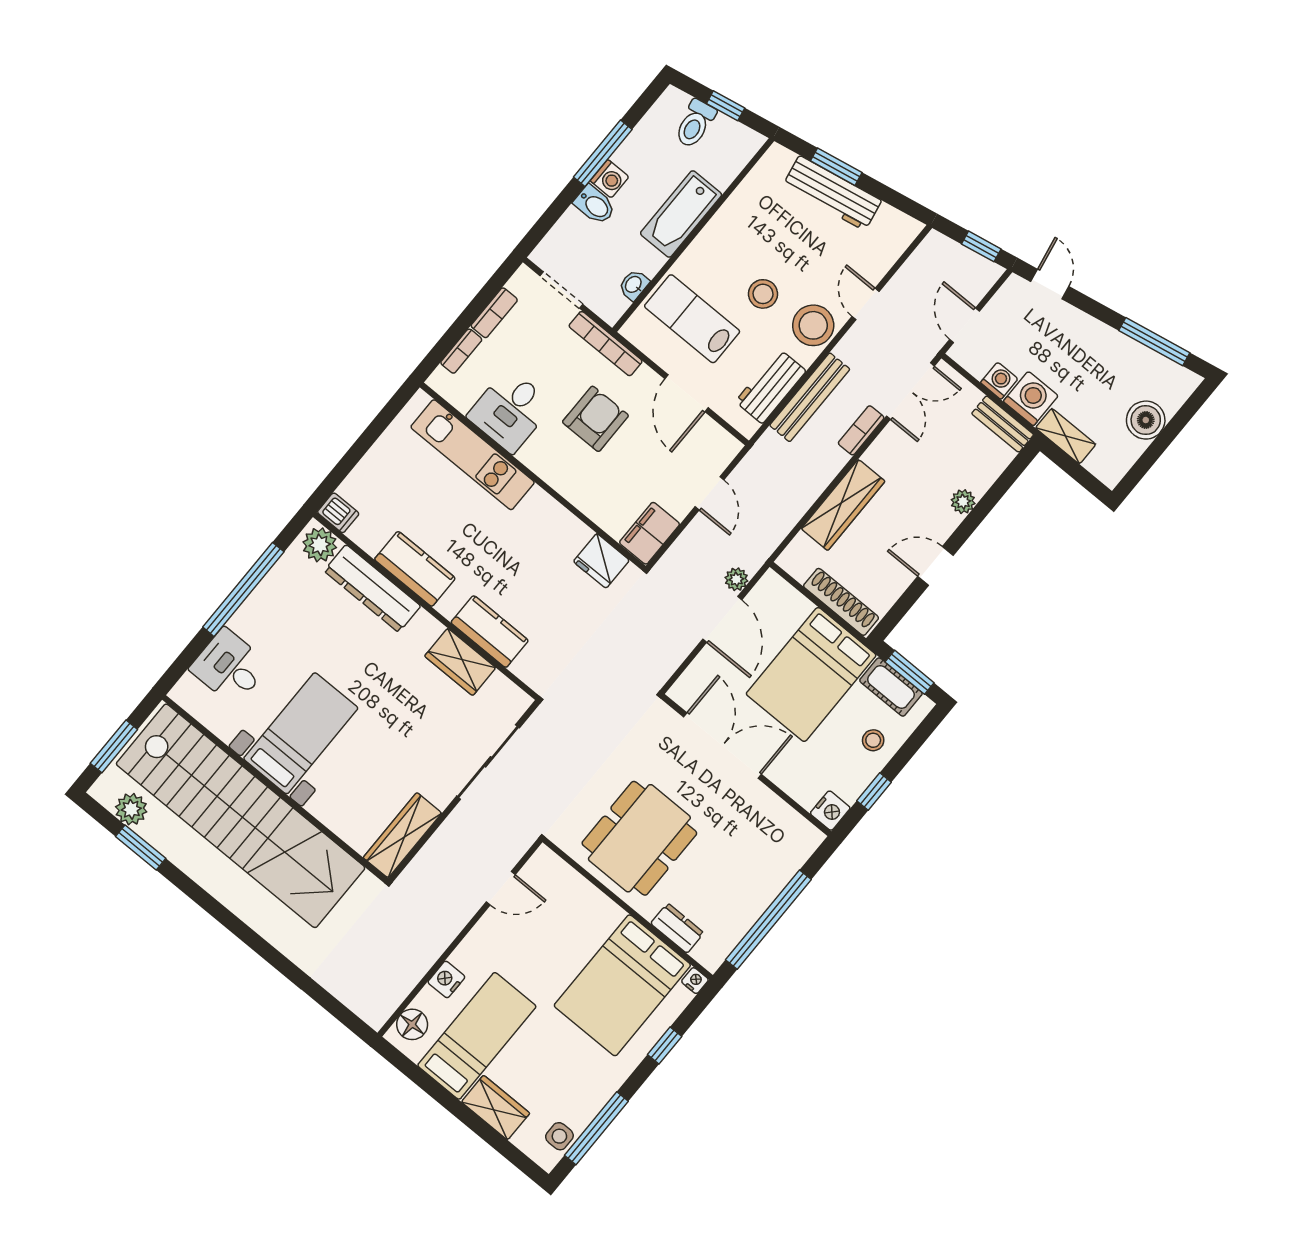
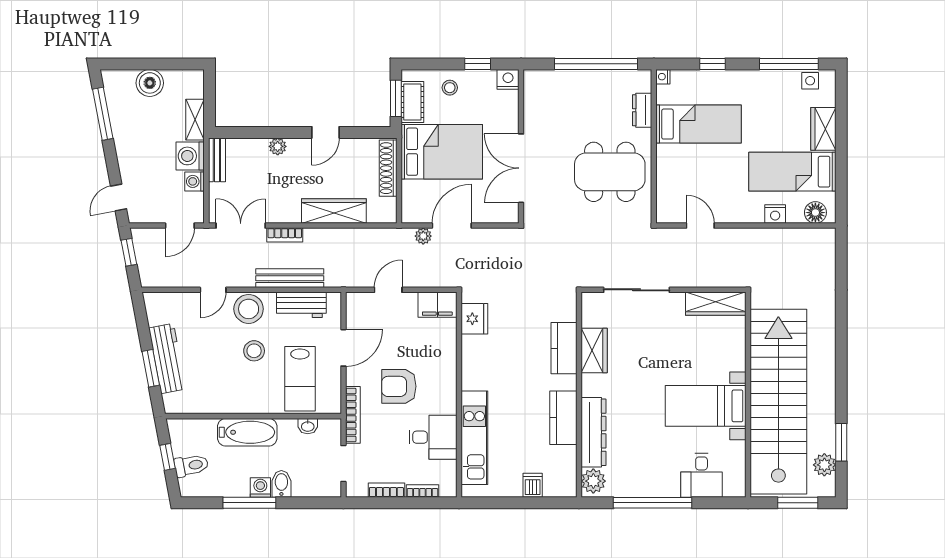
dishwasher: (338, 513) -> (533, 485), moved
door: (935, 566) -> (326, 132), hinge flipped
bed: (622, 985) -> (699, 124), width x0.67

